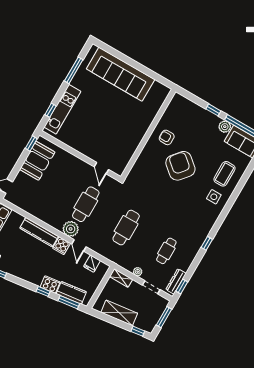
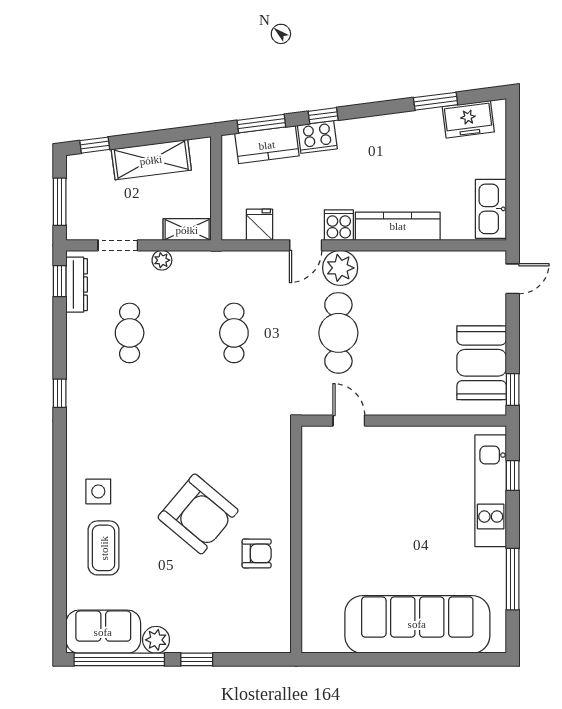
cafe table: (126, 228) -> (234, 333), width x0.73, depth x0.74
door: (79, 245) -> (306, 245), swing flipped

